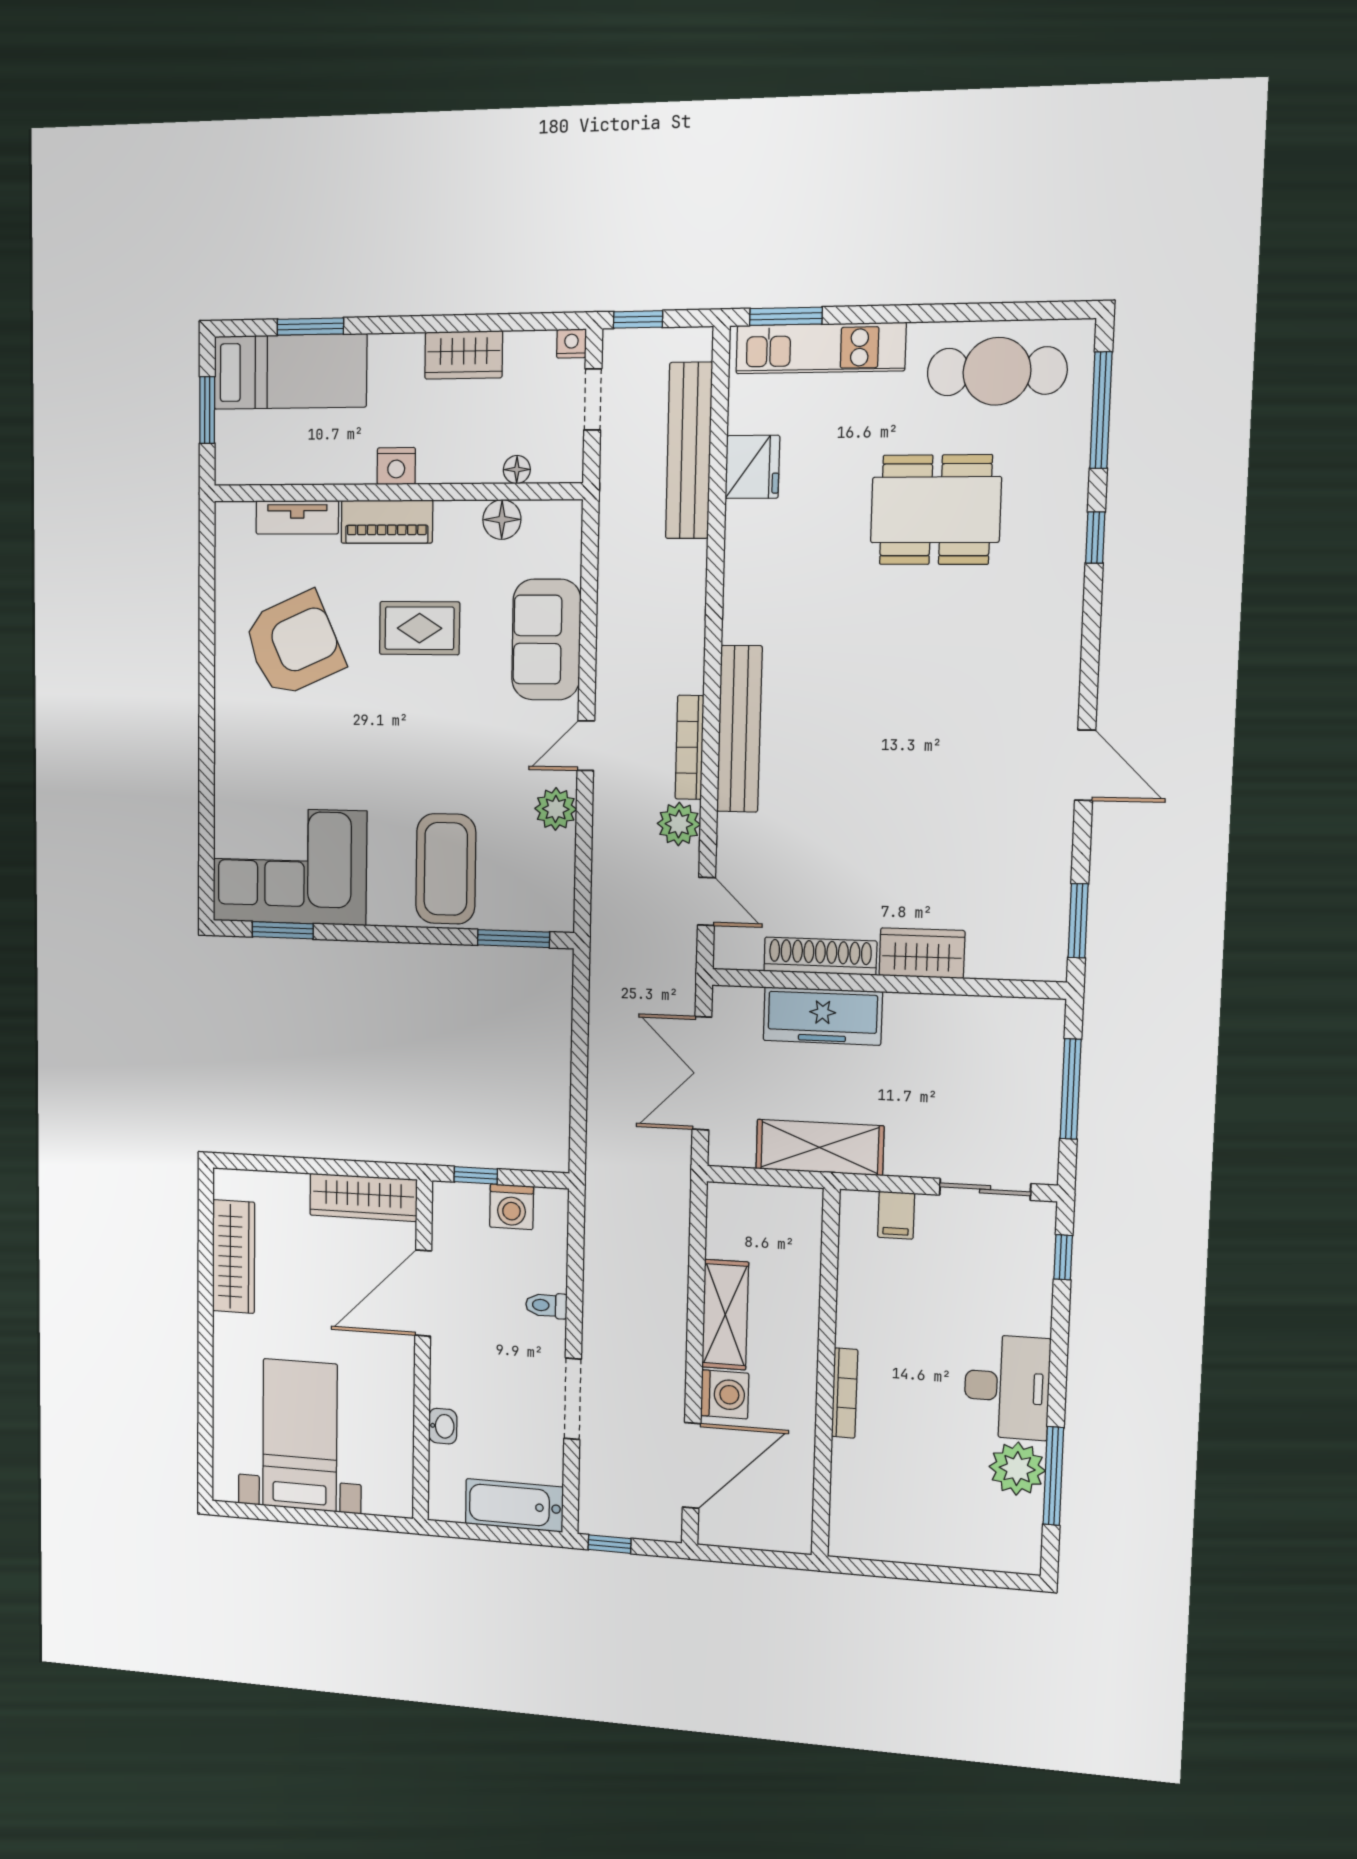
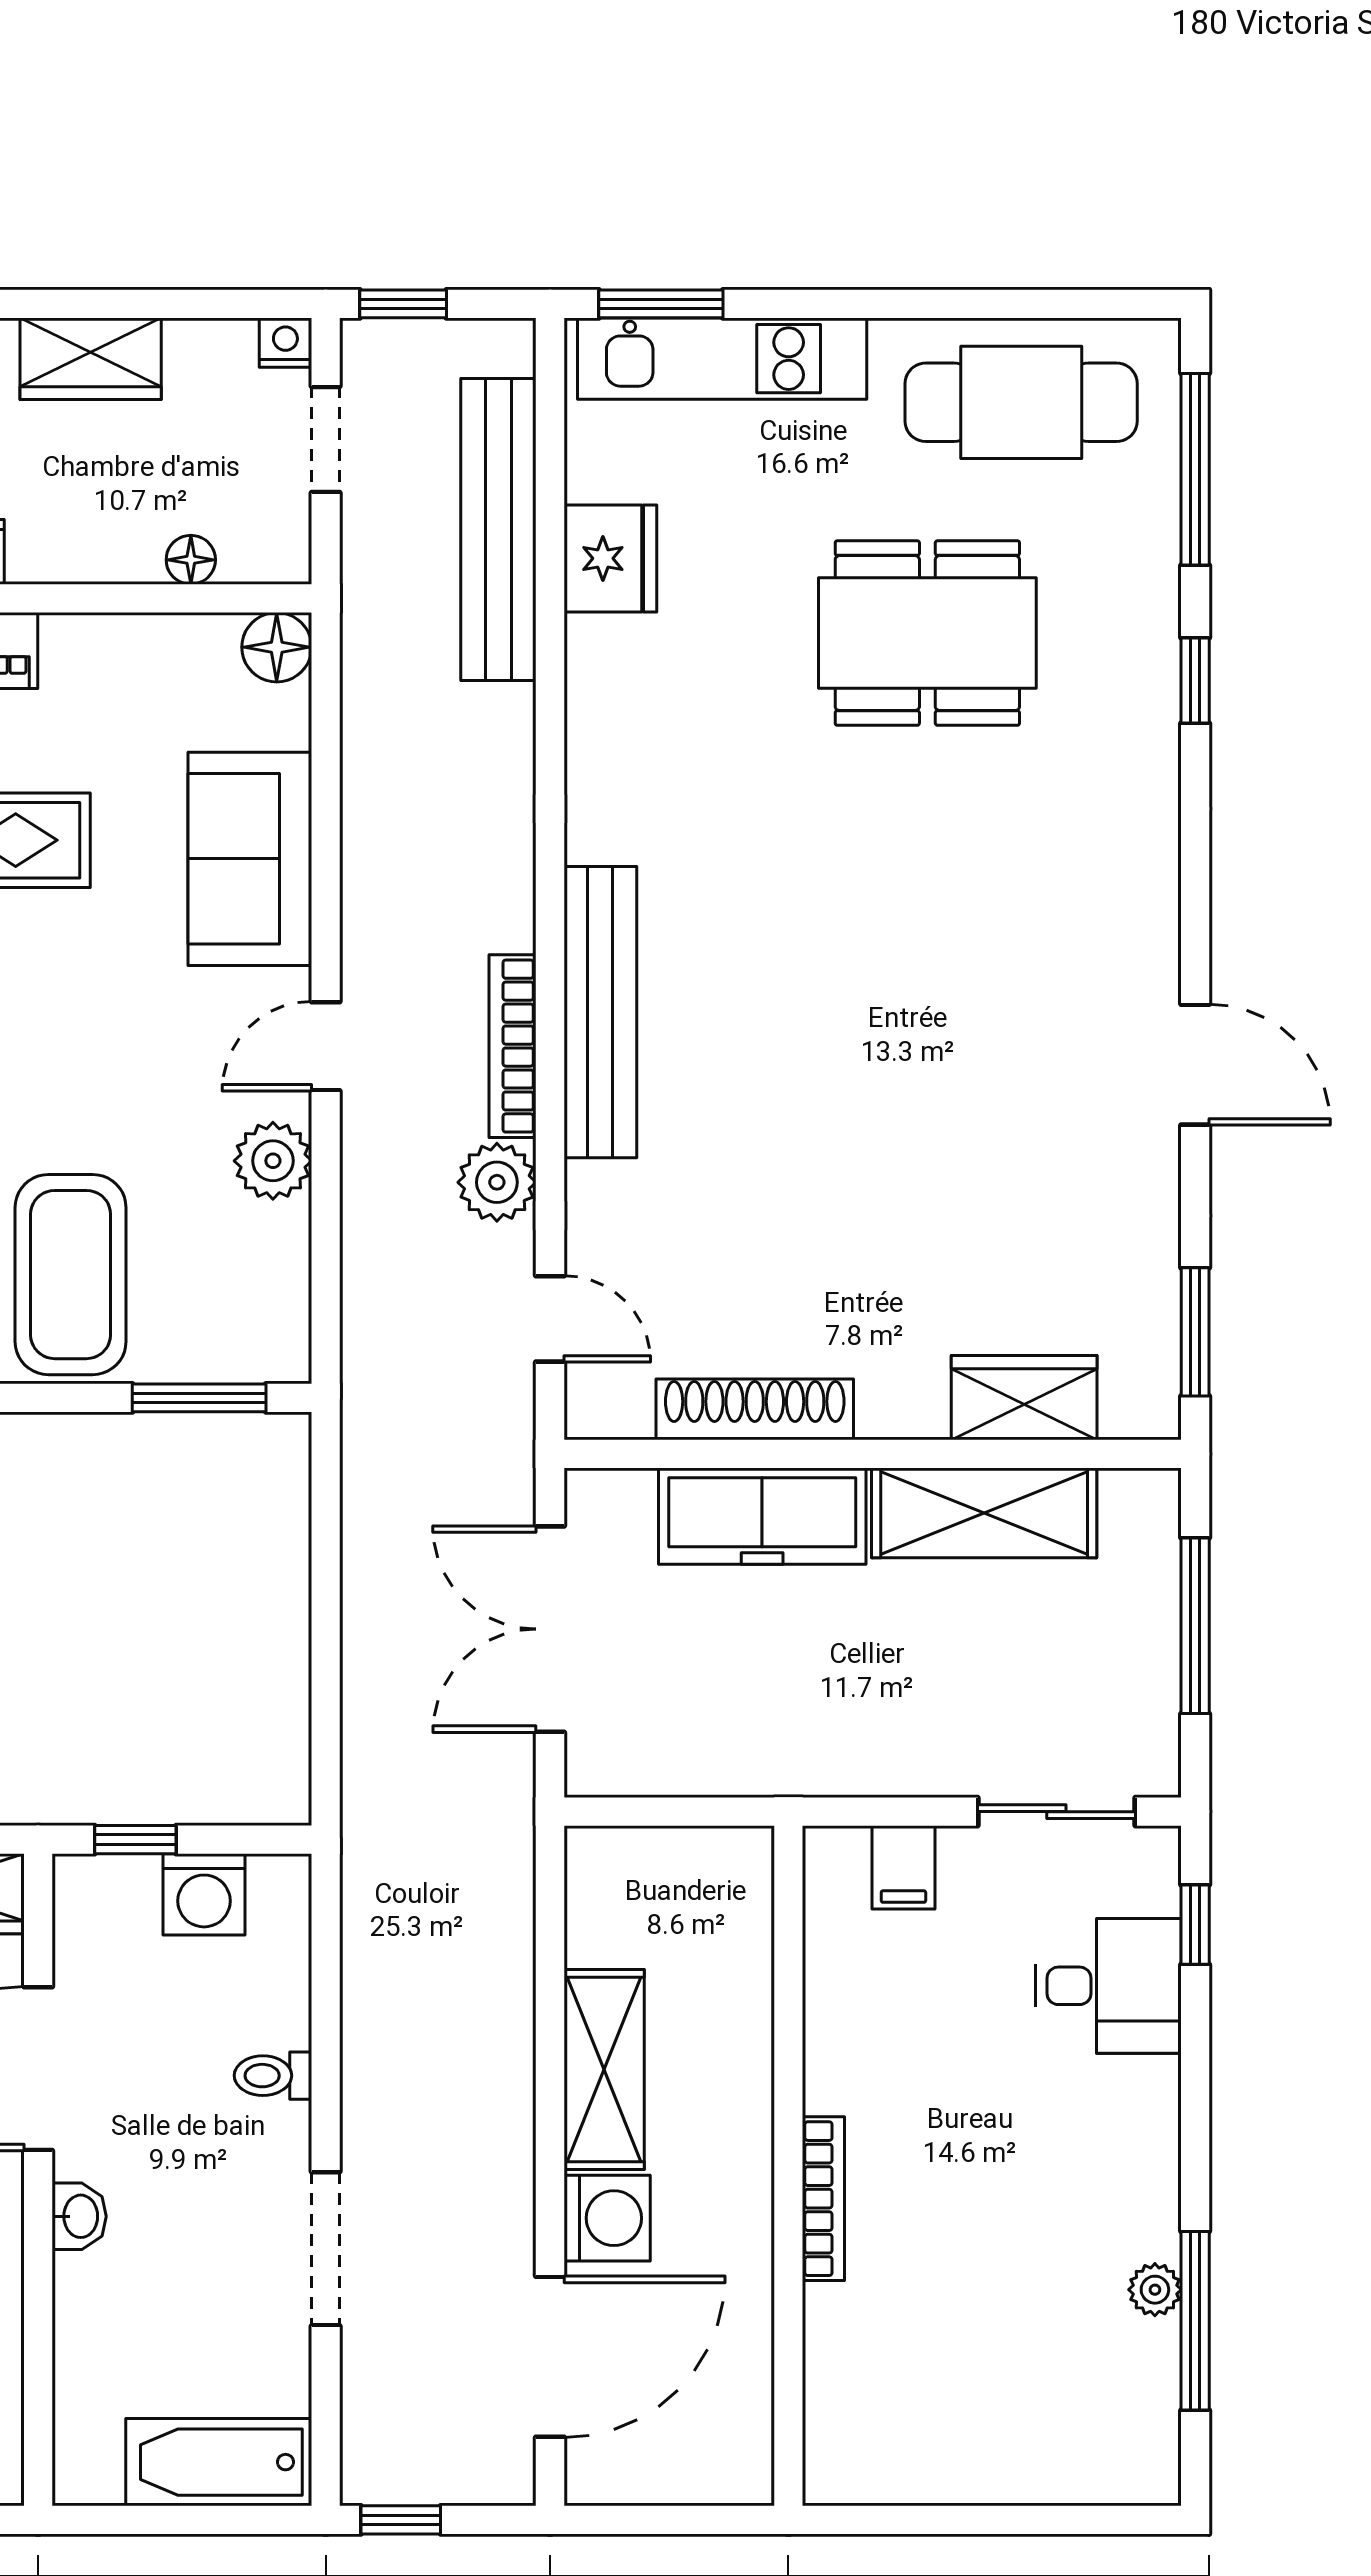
floor lamp: (502, 520) -> (277, 647), moved
wardrobe: (922, 953) -> (1024, 1398), moved
shelving: (820, 1147) -> (984, 1513), moved
desk: (1007, 1387) -> (1108, 1986), moved, width x0.73
washbasin: (443, 1426) -> (79, 2216), moved
plant: (1017, 1469) -> (1155, 2290), width x0.53, depth x0.53

